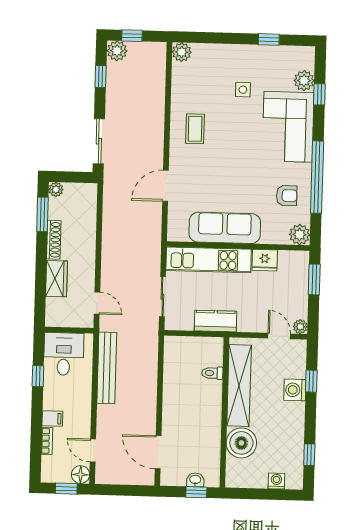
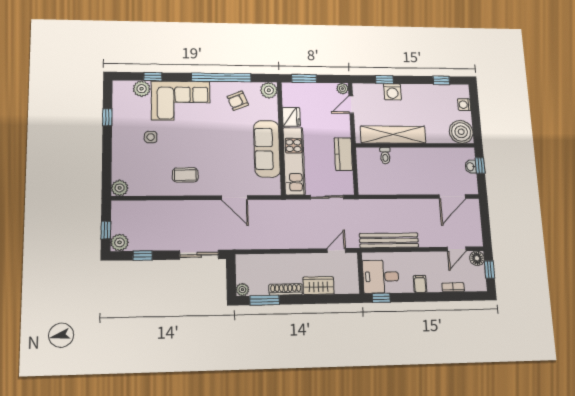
armchair: (287, 196) -> (238, 101), turned -112
window: (38, 376) -> (381, 298), moved
filing cabinet: (52, 419) -> (420, 284), moved
boiler: (241, 443) -> (461, 132), moved

